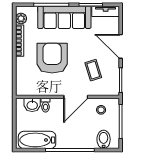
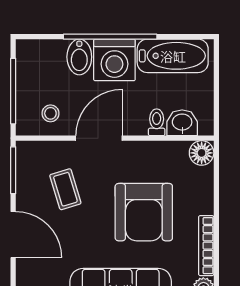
floor lamp: (22, 89) -> (202, 153), added
washing machine: (68, 138) -> (114, 60), added
bidet: (104, 139) -> (79, 57), moved

